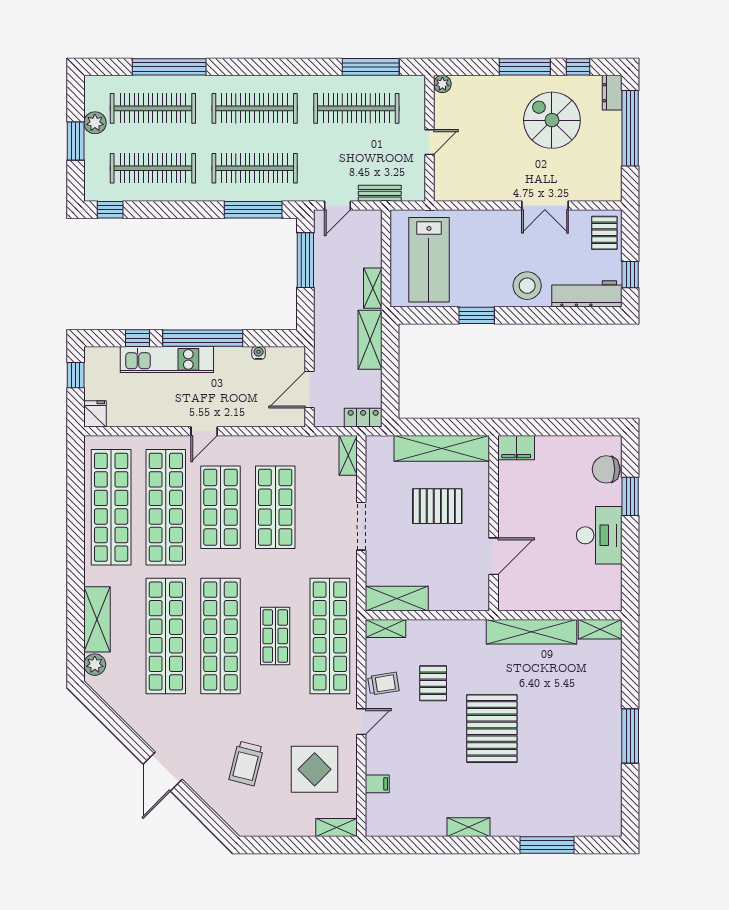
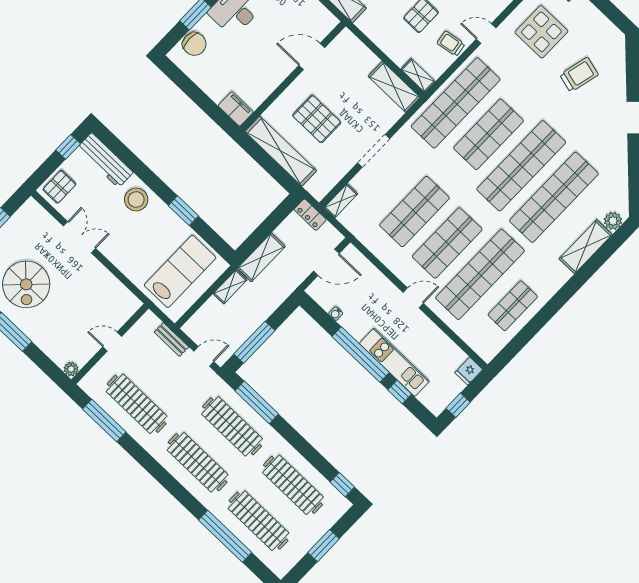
plant: (95, 123) -> (301, 545), removed
shop shelf: (111, 507) -> (513, 306), width x0.50, depth x0.74
shop shelf: (275, 636) -> (488, 134), width x1.43, depth x1.36

